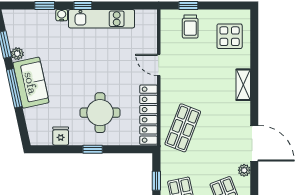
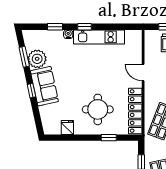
plant: (17, 54) -> (37, 59), width x1.88, depth x1.88
window: (14, 88) -> (31, 91), width x0.46
window: (93, 149) -> (109, 138), moved

